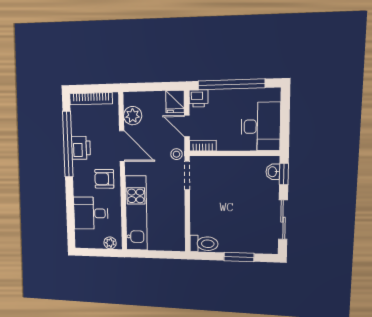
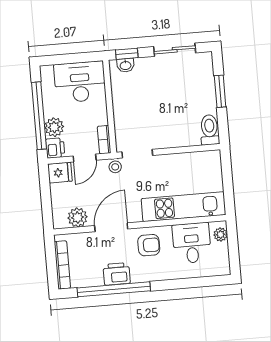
plant: (219, 99) -> (54, 127), added
armchair: (104, 179) -> (149, 245), turned -90
desk: (91, 213) -> (192, 243), moved, turned 180

